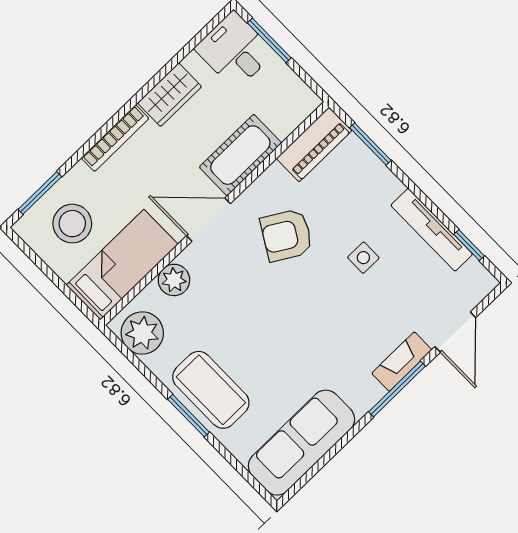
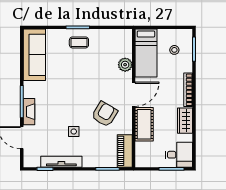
stool: (72, 224) -> (174, 50), width x0.53, depth x0.53
plant: (142, 333) -> (118, 38), removed
coffee table: (211, 390) -> (79, 42), width x0.54, depth x0.58

